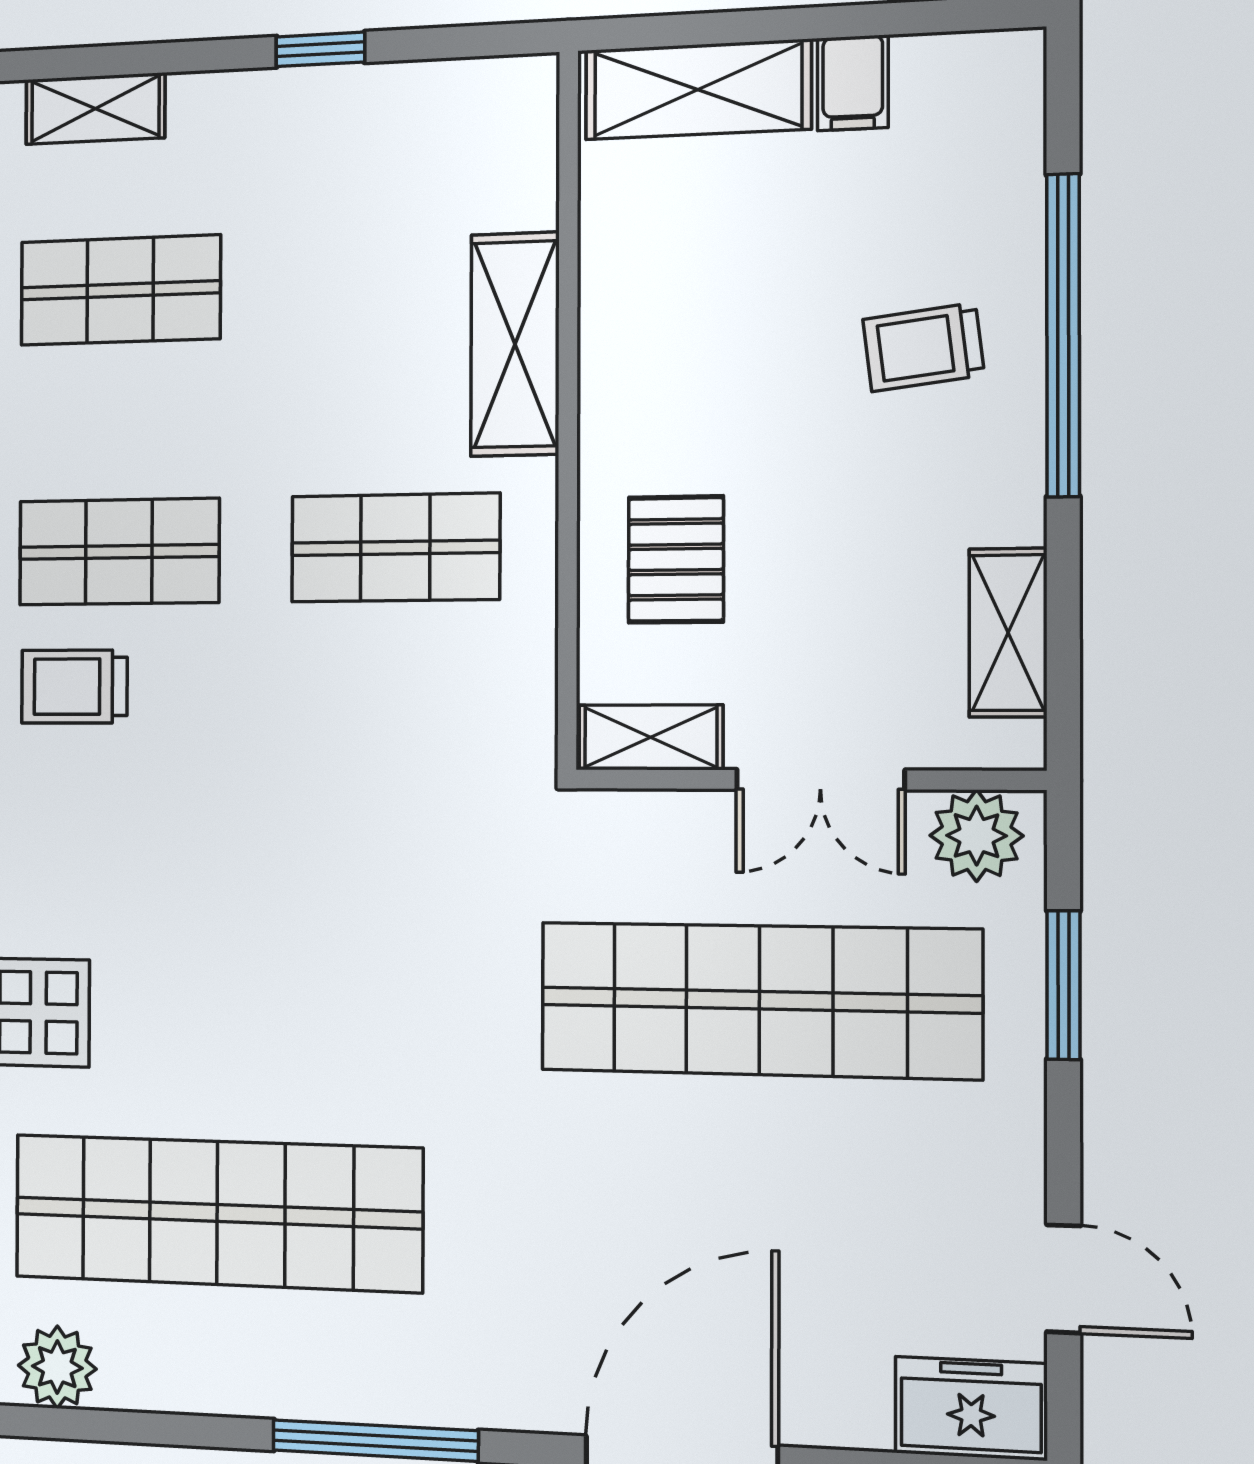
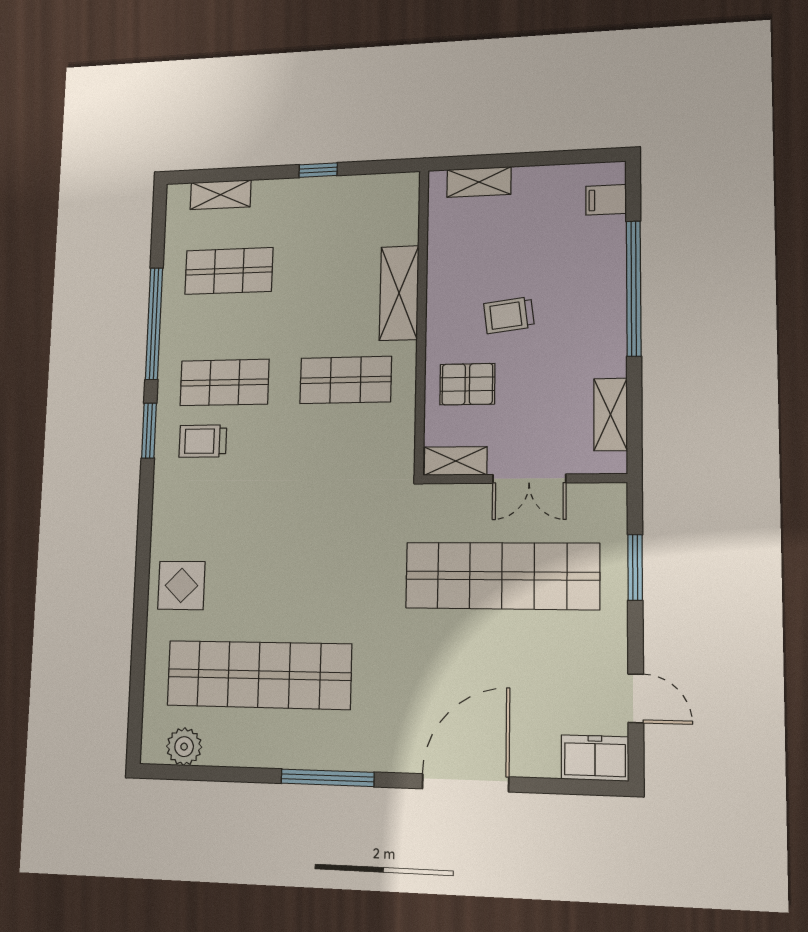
filing cabinet: (853, 83) -> (606, 200), moved, turned 90
shelving: (698, 90) -> (479, 182), width x0.67, depth x0.75
trolley: (923, 347) -> (509, 315), moved
pallet: (676, 559) -> (467, 384), turned 90
plant: (977, 836) -> (597, 502), removed

